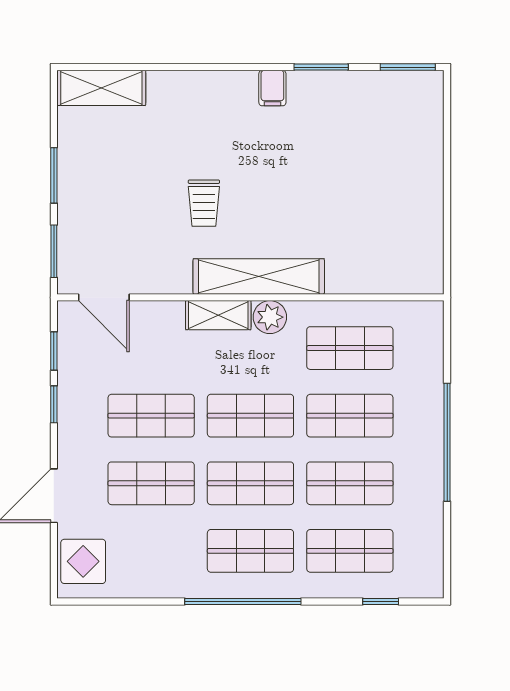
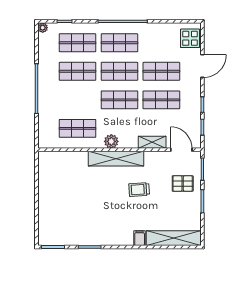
shelving: (101, 88) -> (174, 238), width x1.47
filing cabinet: (272, 88) -> (140, 238), moved
trolley: (204, 203) -> (139, 190), turned -94
pallet: (101, 217) -> (183, 184), added
shelving: (218, 315) -> (152, 142), moved
shop shelf: (350, 416) -> (77, 100), removed
plant: (432, 587) -> (43, 28), added

